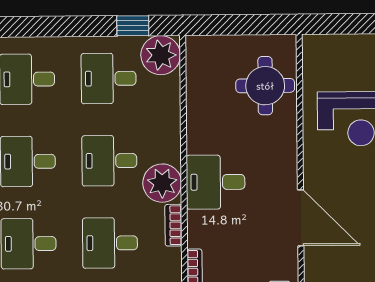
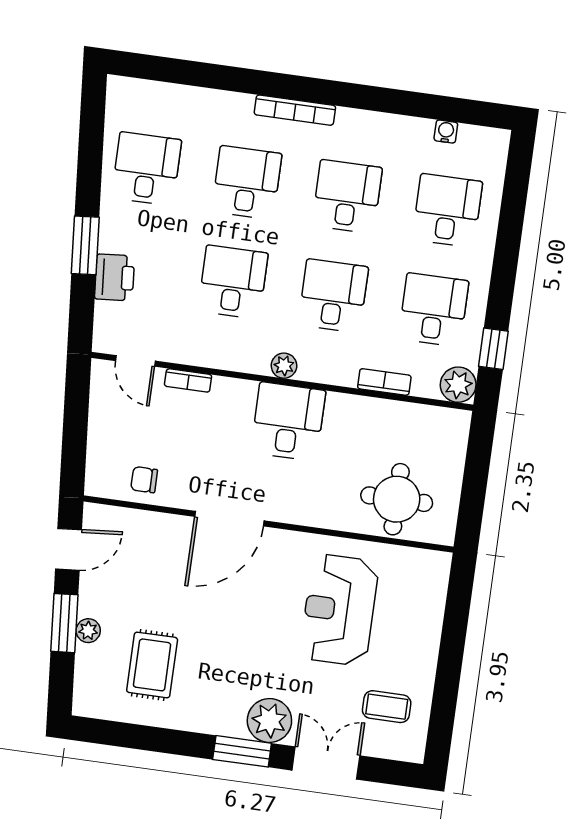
plant: (161, 55) -> (458, 385), width x0.73, depth x0.73
plant: (162, 183) -> (284, 366), width x0.53, depth x0.53
bookcase: (173, 225) -> (384, 382), moved

